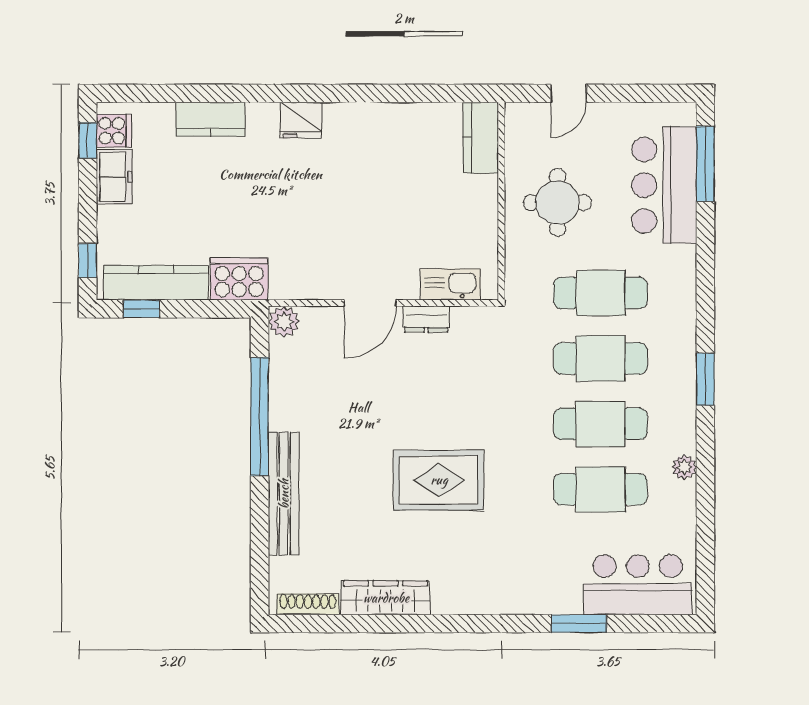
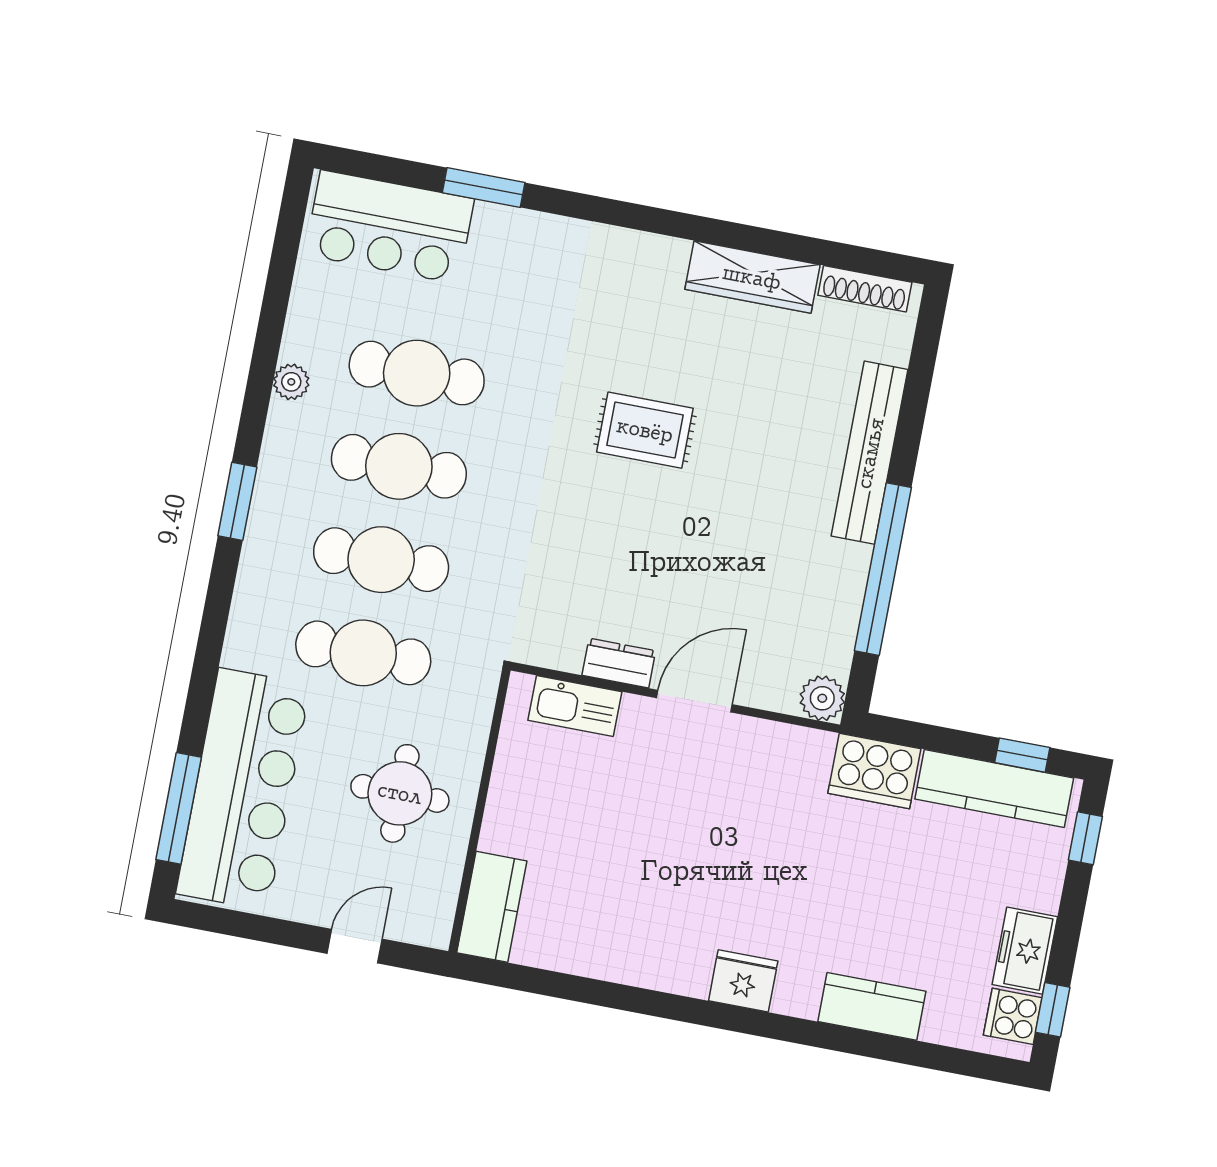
bar counter: (664, 185) -> (243, 789), width x1.36
rug: (439, 480) -> (645, 430), width x0.73, depth x0.70

